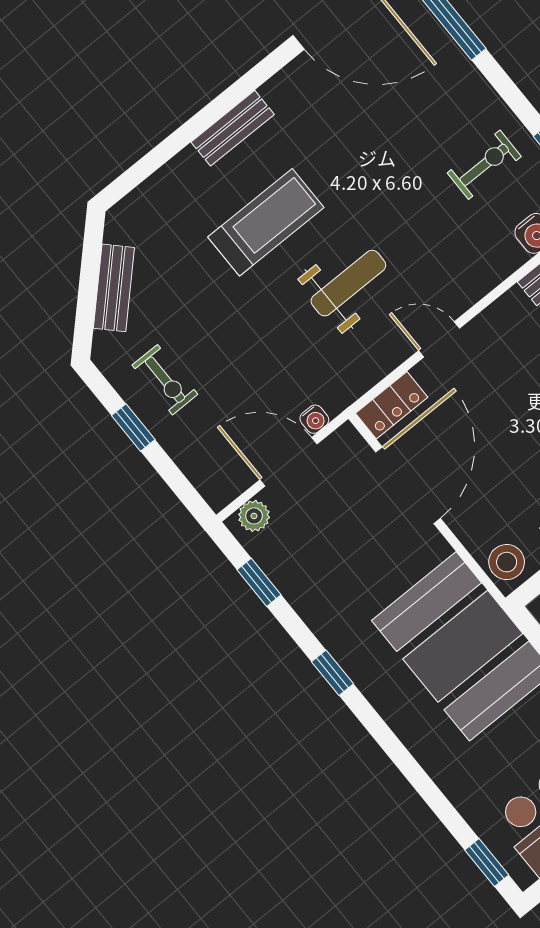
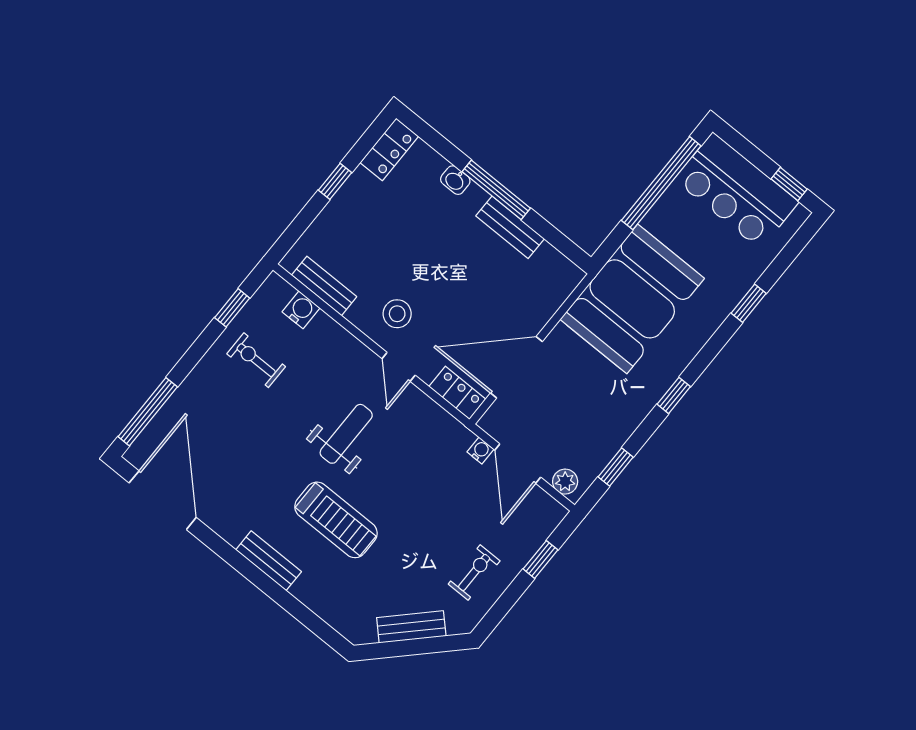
treadmill: (266, 222) -> (336, 520), turned 180
weight bench: (348, 283) -> (346, 434), moved, turned 90
window: (133, 428) -> (541, 559), moved
stool: (507, 562) -> (397, 314), moved
window: (487, 863) -> (749, 303), moved

